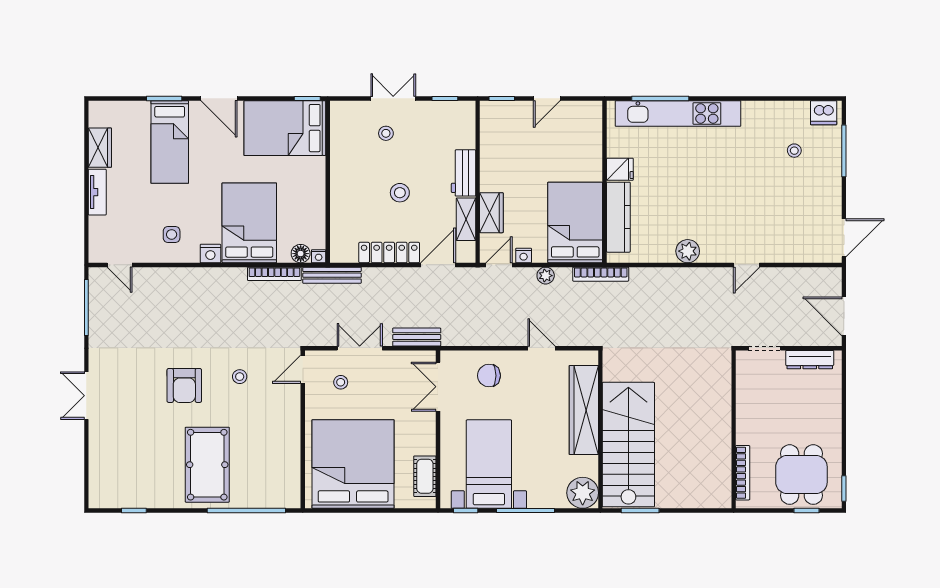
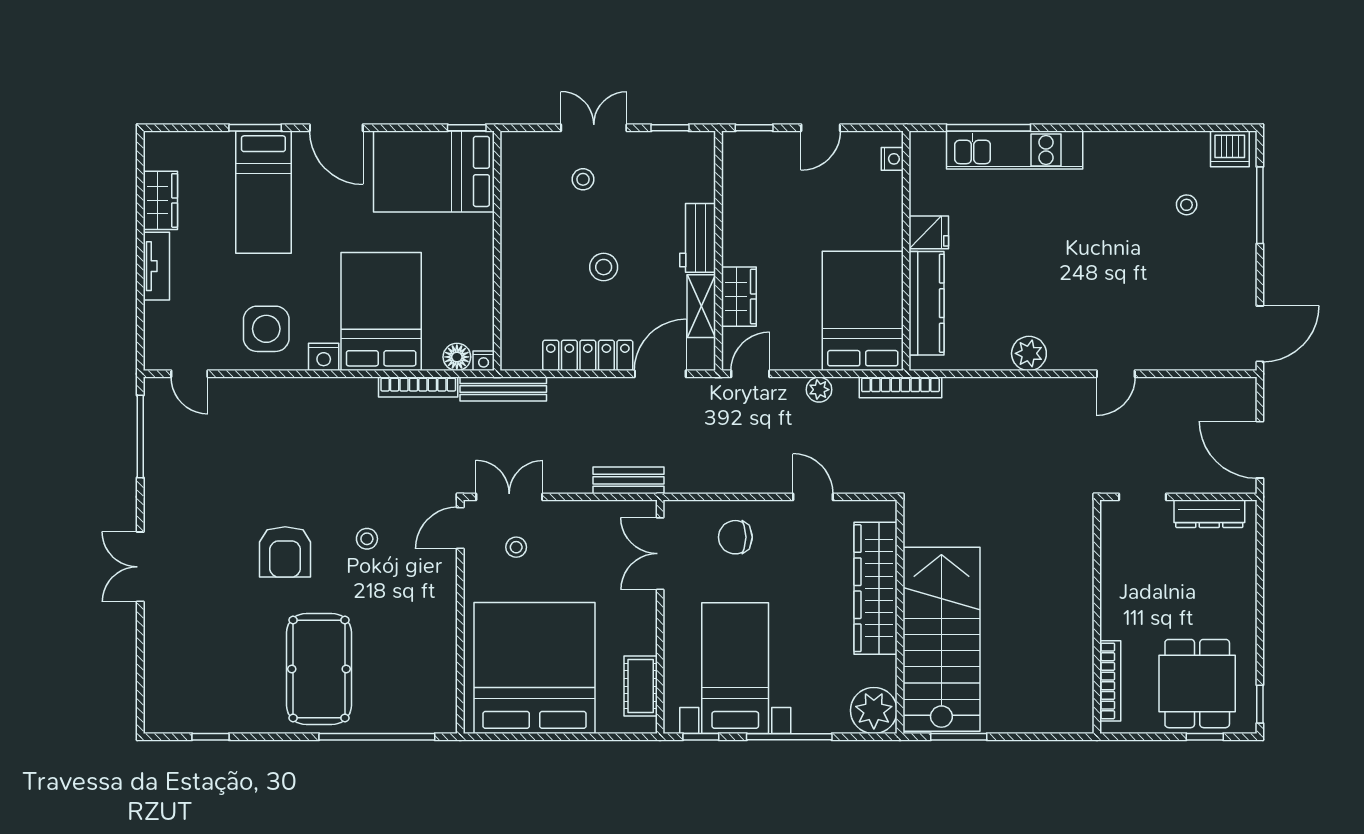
kitchen unit: (678, 114) -> (1015, 150), width x0.73
side table: (172, 234) -> (266, 329), width x1.87, depth x1.87
nightstand: (524, 255) -> (892, 159), moved, turned -90
double door: (360, 348) -> (509, 497), moved

